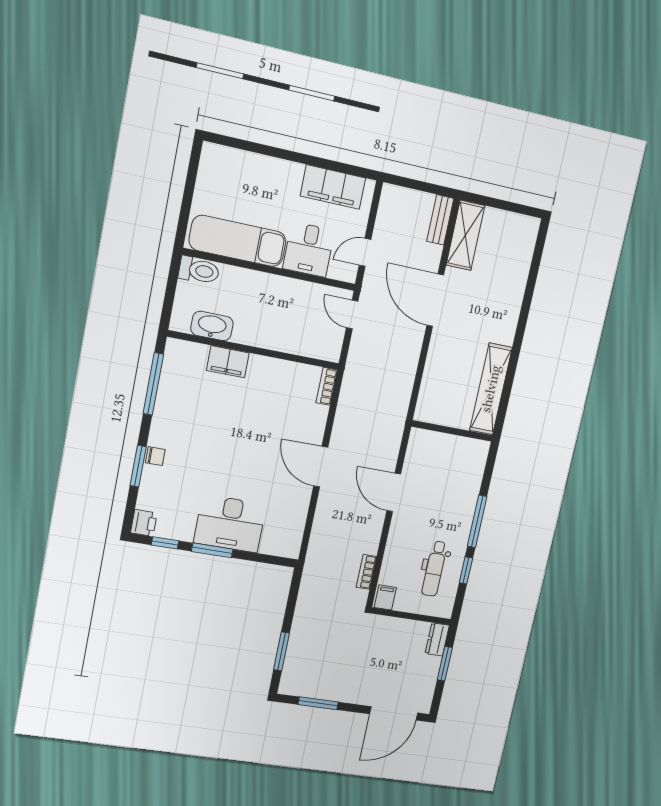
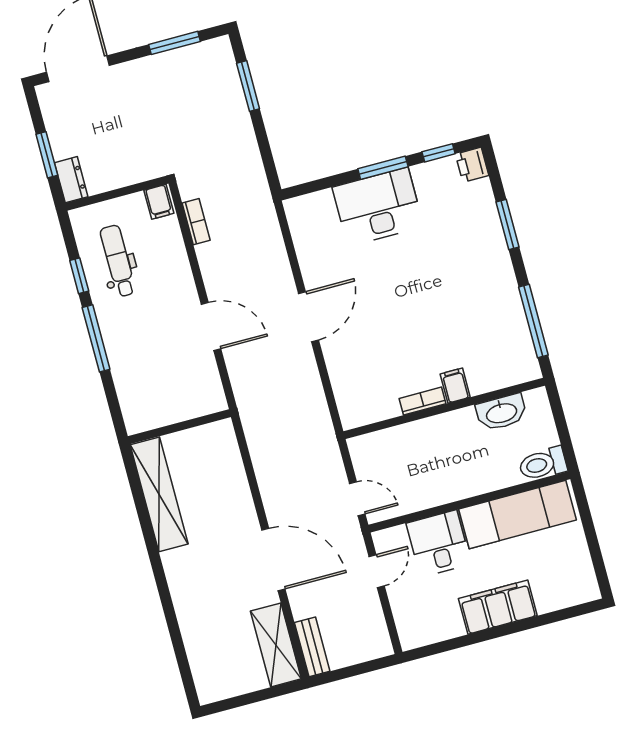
filing cabinet: (333, 187) -> (498, 607), moved
filing cabinet: (228, 362) -> (455, 386), width x0.50
bookcase: (327, 386) -> (422, 401), moved, turned -90
chair: (155, 456) -> (495, 244), removed
door: (321, 467) -> (308, 317), hinge flipped

